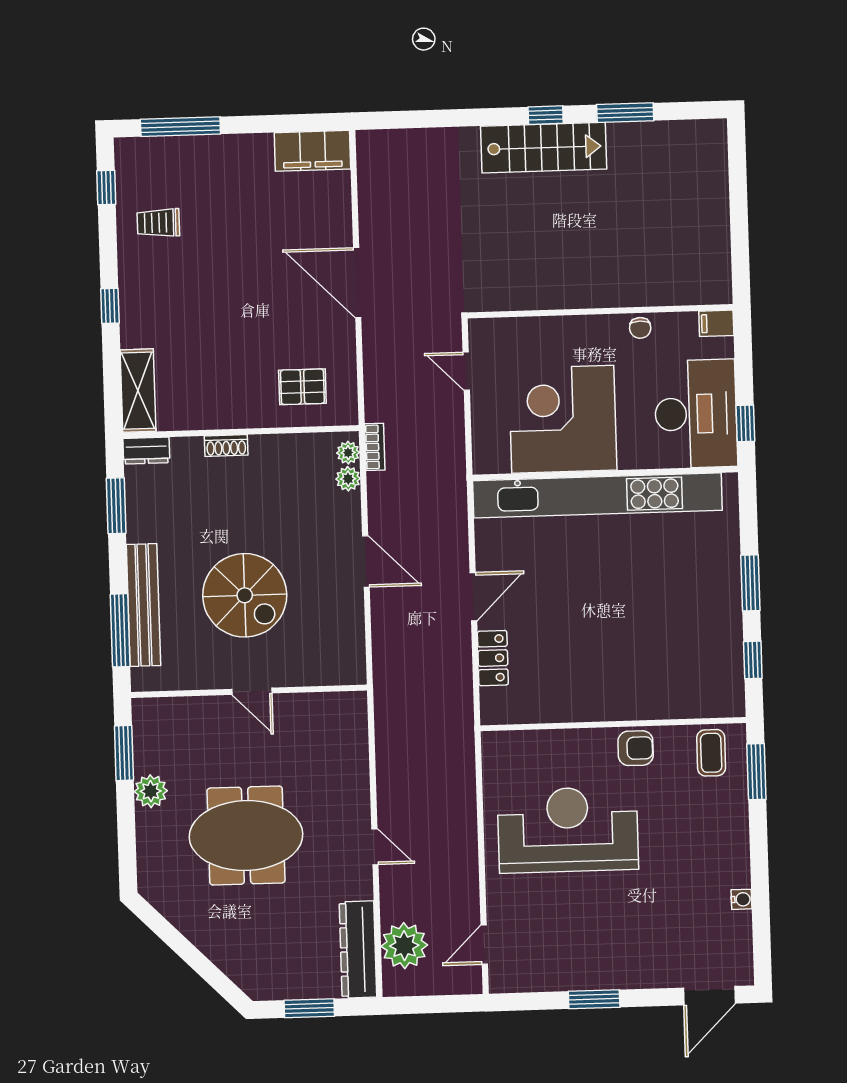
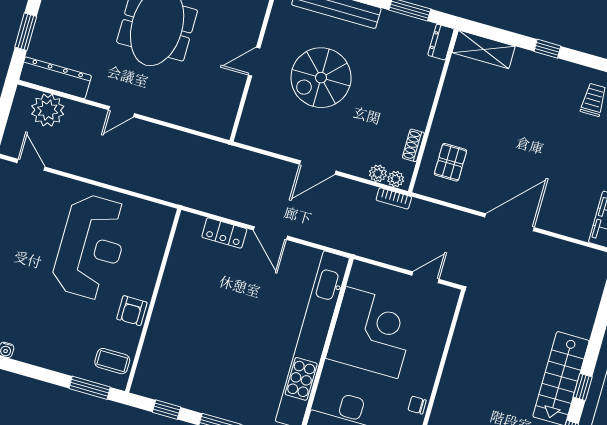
shoe rack: (226, 446) -> (413, 145), moved

